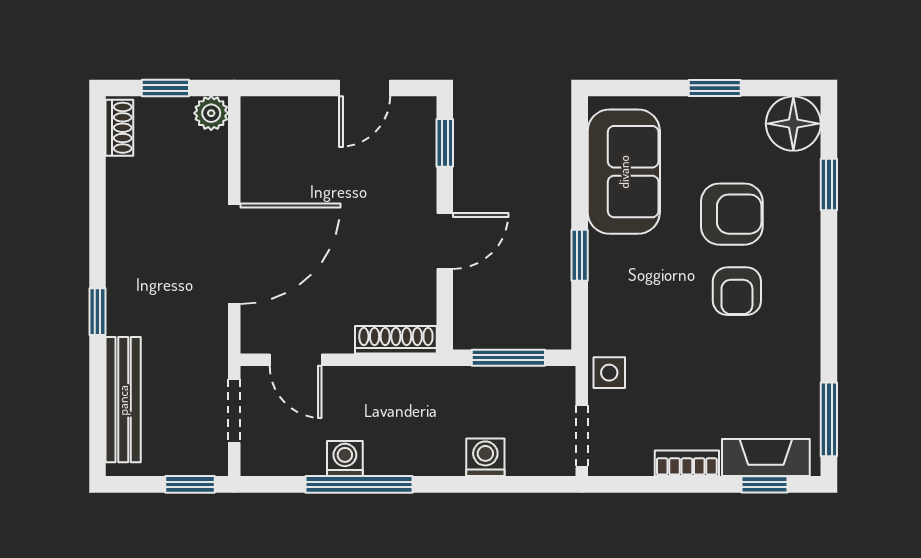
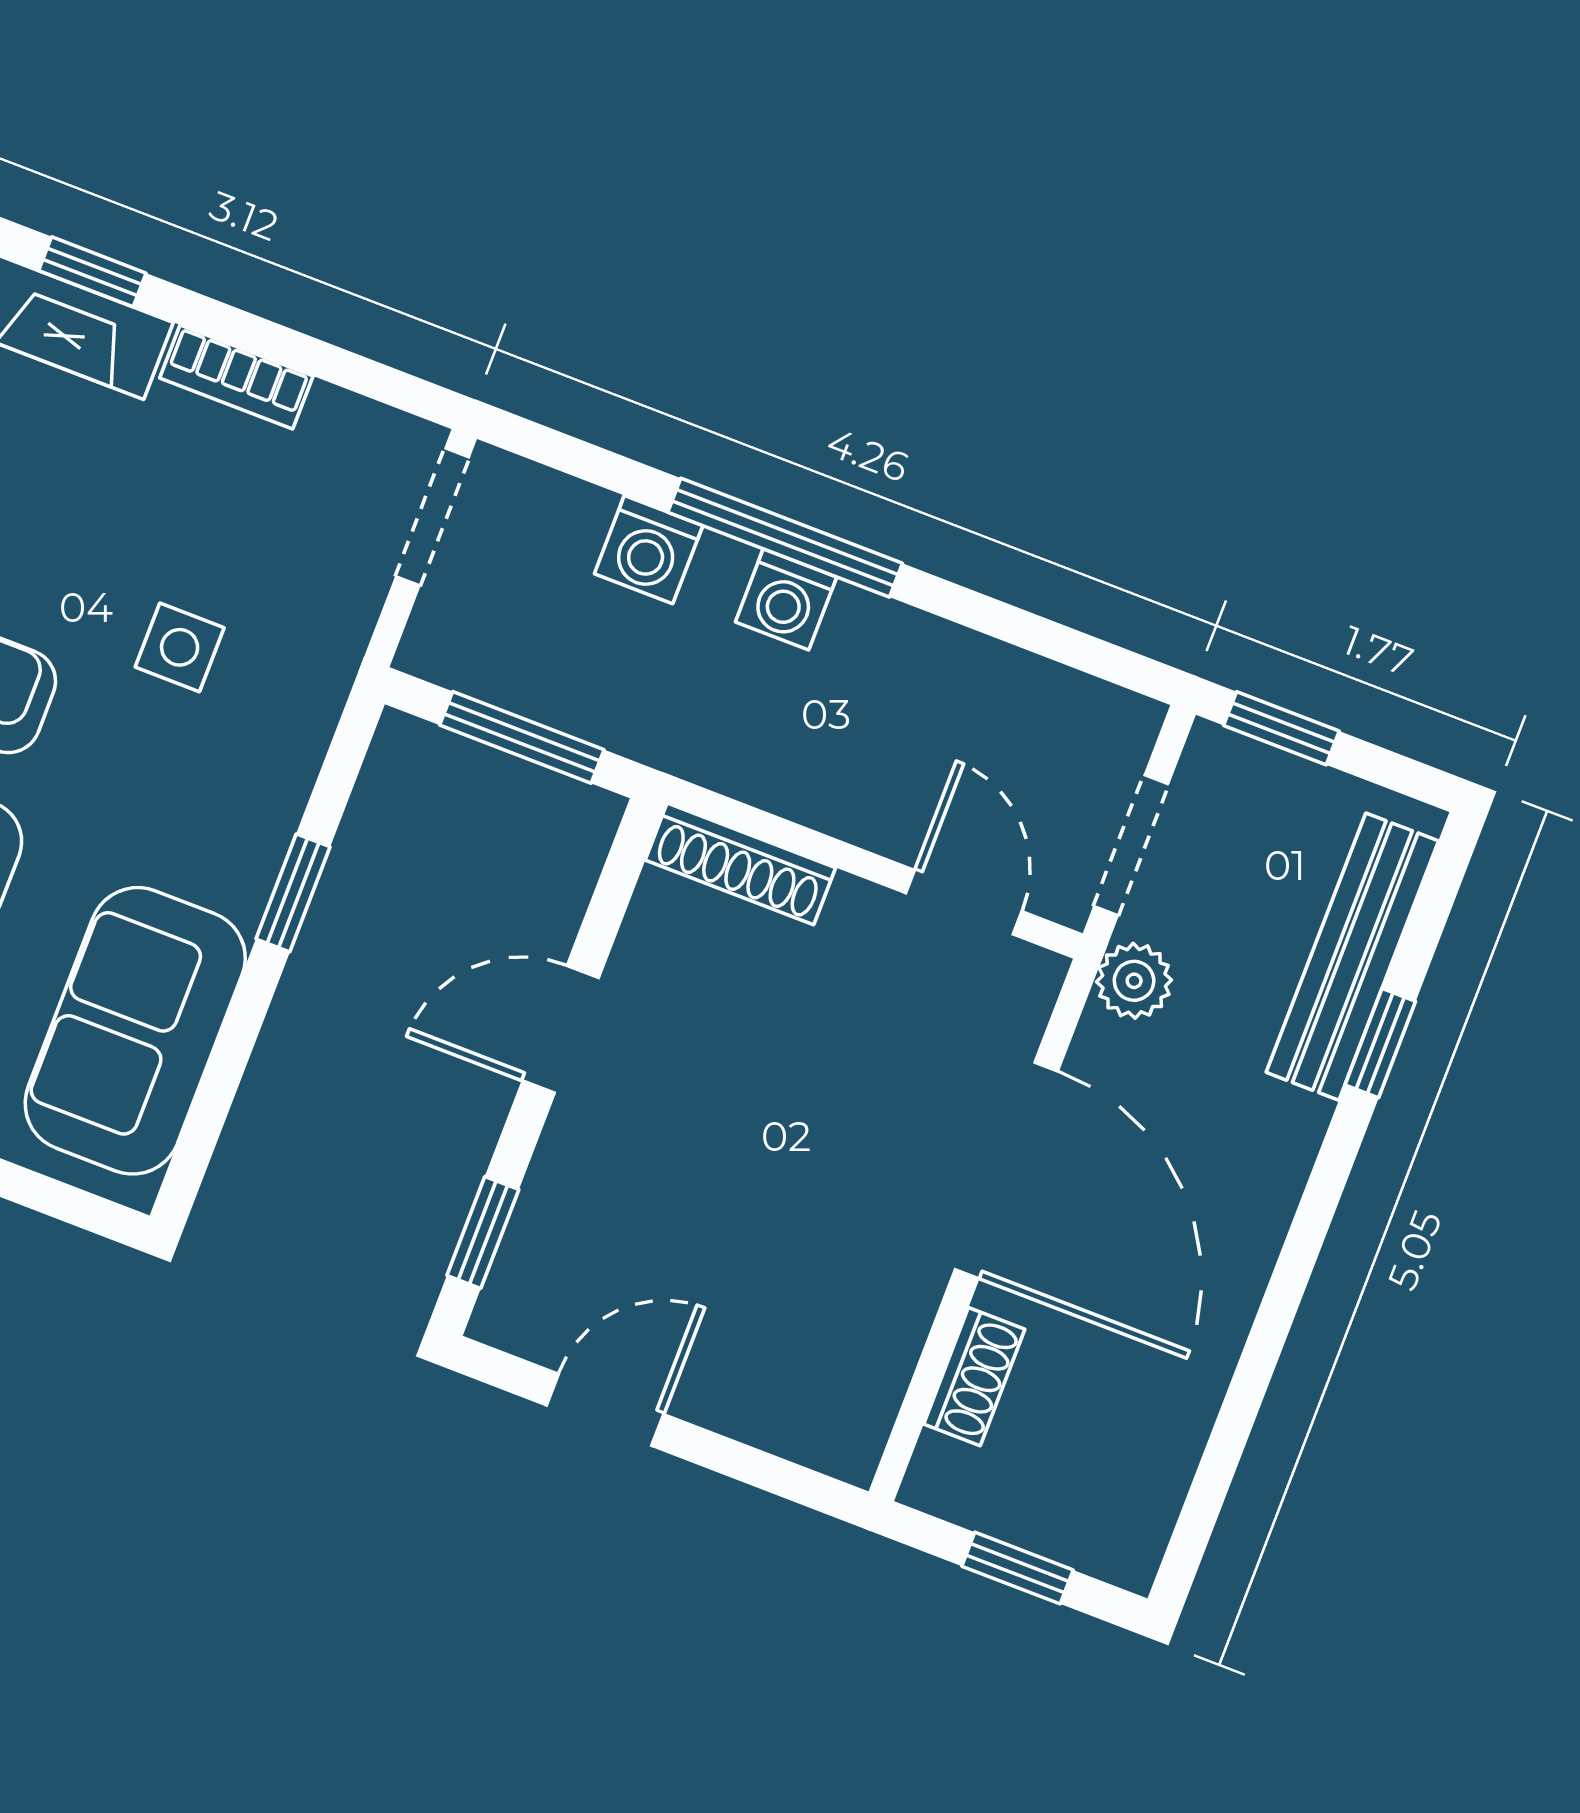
plant: (211, 113) -> (1134, 981), moved
shoe rack: (119, 128) -> (974, 1377), moved, turned 180
door: (234, 254) -> (1006, 1170), swing flipped
window: (97, 312) -> (1380, 1043), moved
side table: (609, 373) -> (180, 647), moved
washing machine: (345, 458) -> (786, 599), moved
window: (359, 484) -> (785, 538), moved

